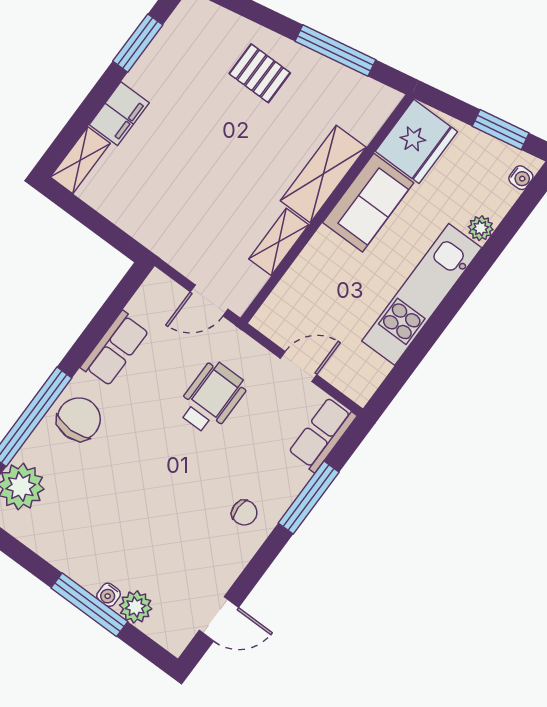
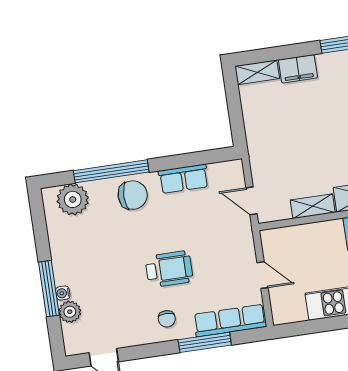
wheelchair: (212, 398) -> (169, 269), moved
row of seats: (322, 434) -> (230, 321), width x1.48

